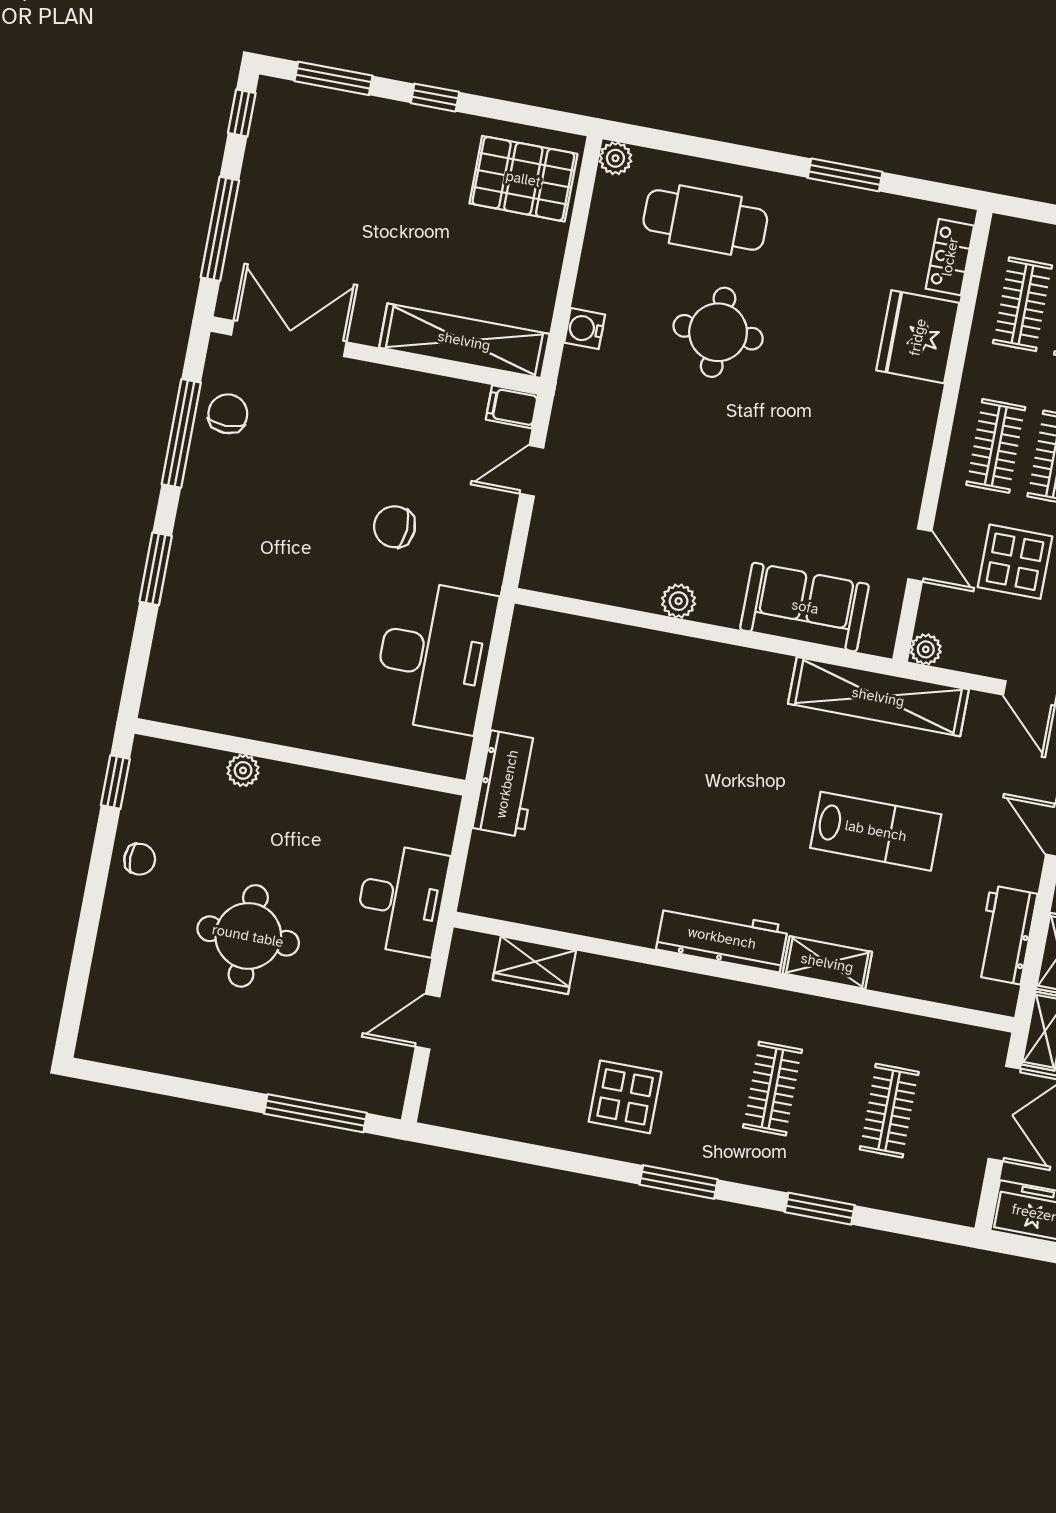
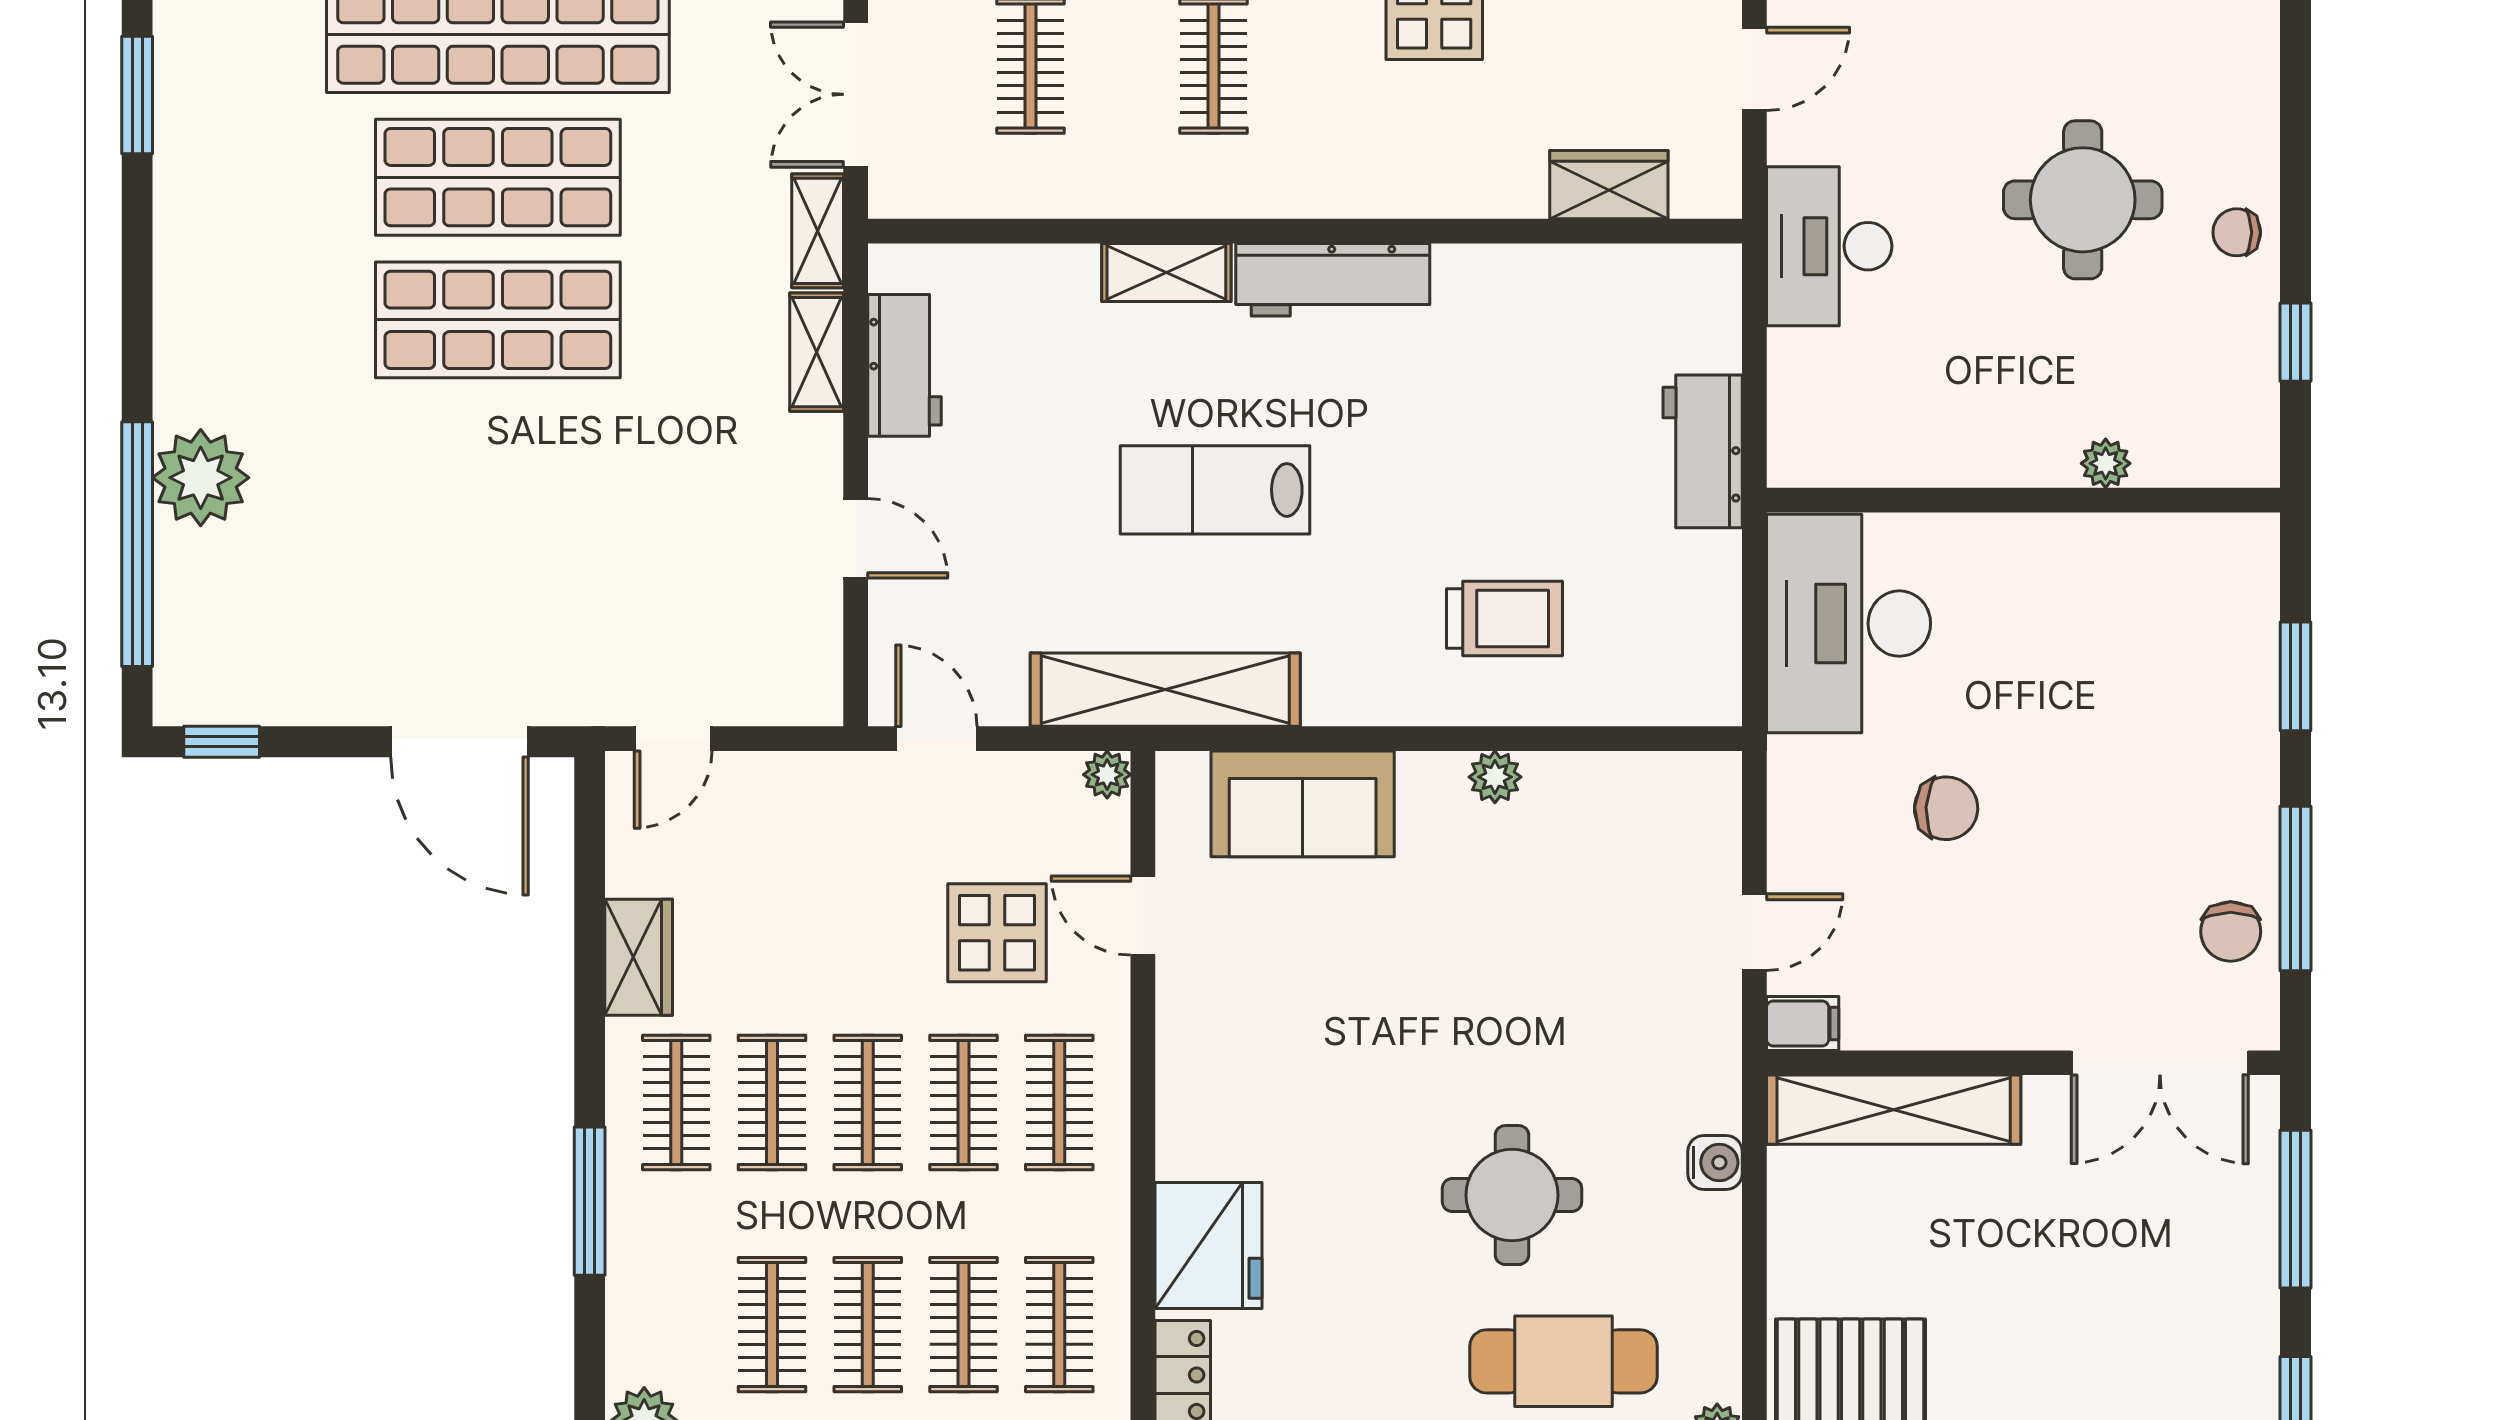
trolley: (653, 701) -> (1505, 619), added
wall: (300, 757) -> (2023, 500), moved
plant: (243, 770) -> (2106, 463), moved
lab bench: (876, 831) -> (1215, 490), moved
round table: (248, 936) -> (2083, 200), moved

